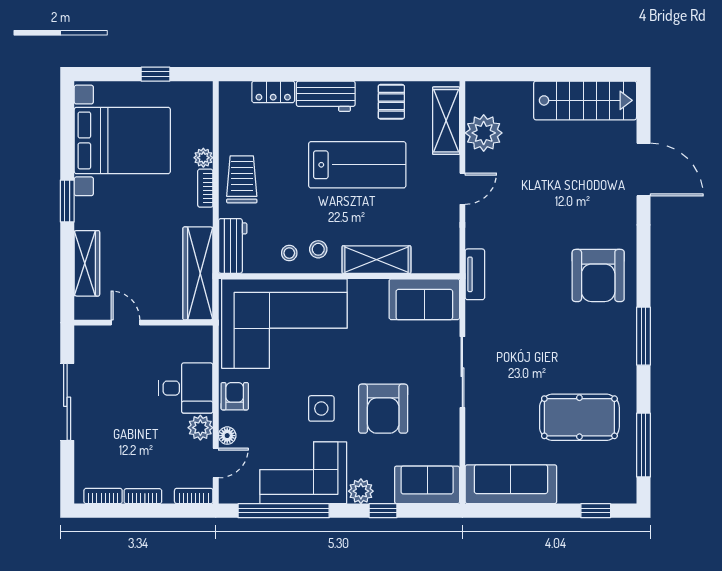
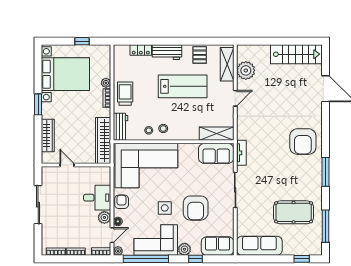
shelving: (376, 260) -> (217, 134), moved
tv unit: (475, 274) -> (241, 153), moved
plant: (228, 495) -> (118, 251), added

